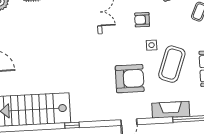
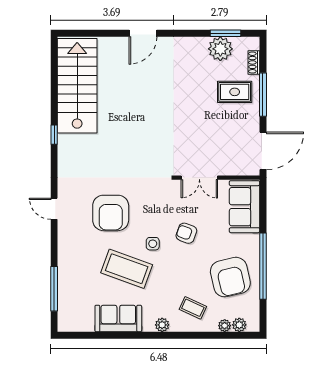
armchair: (142, 20) -> (186, 233), turned -70
fireplace: (171, 110) -> (67, 264), removed

